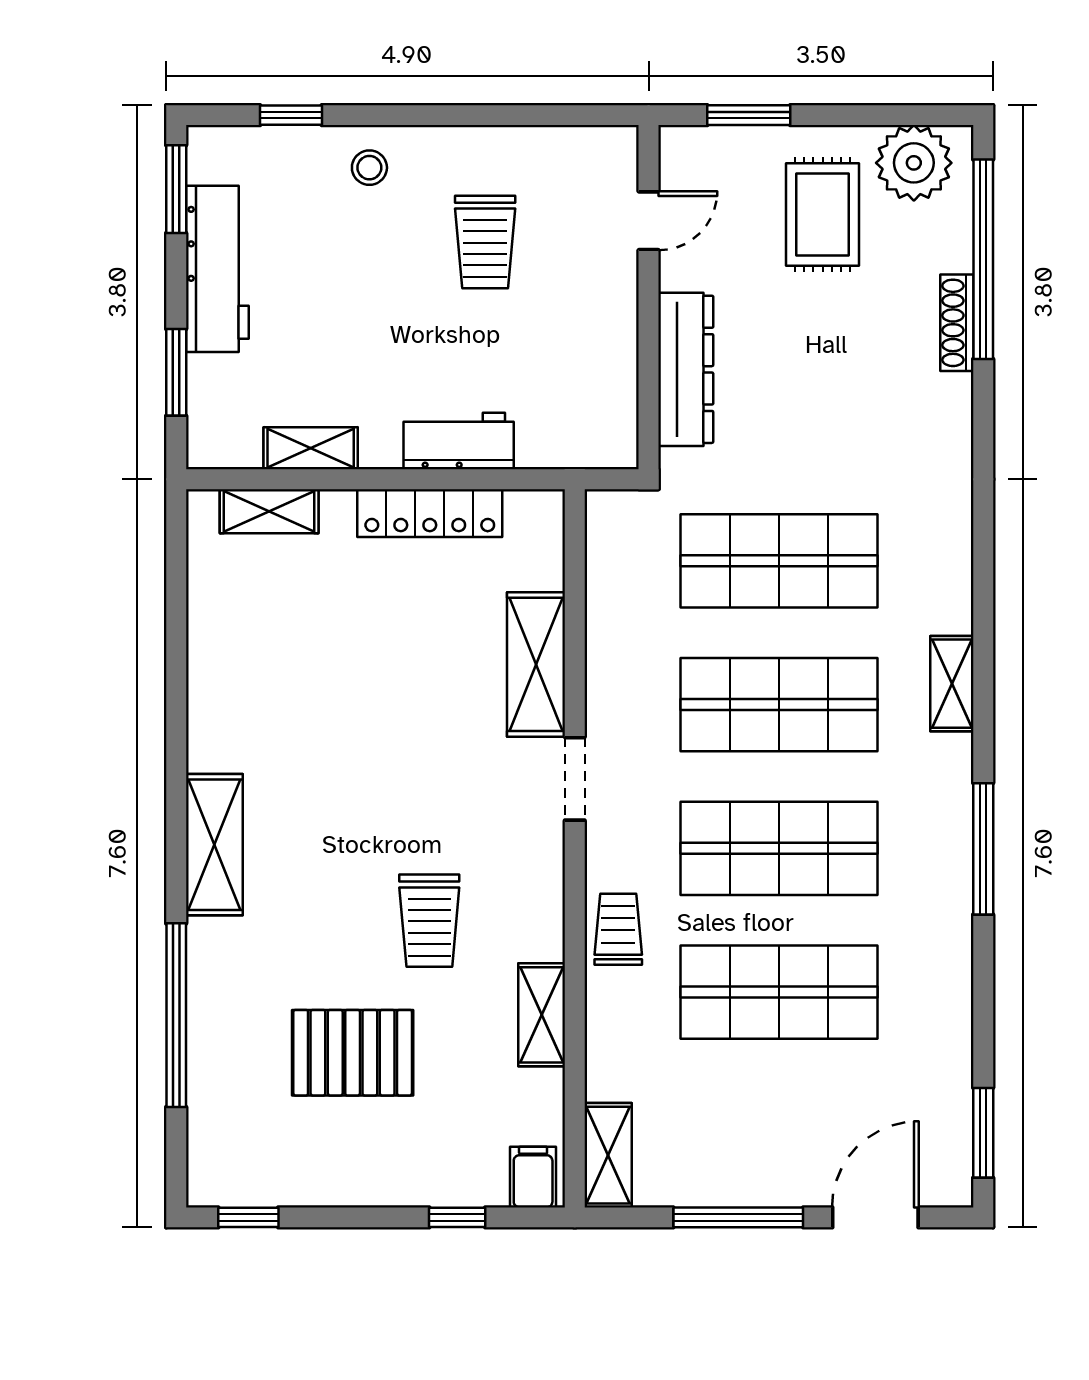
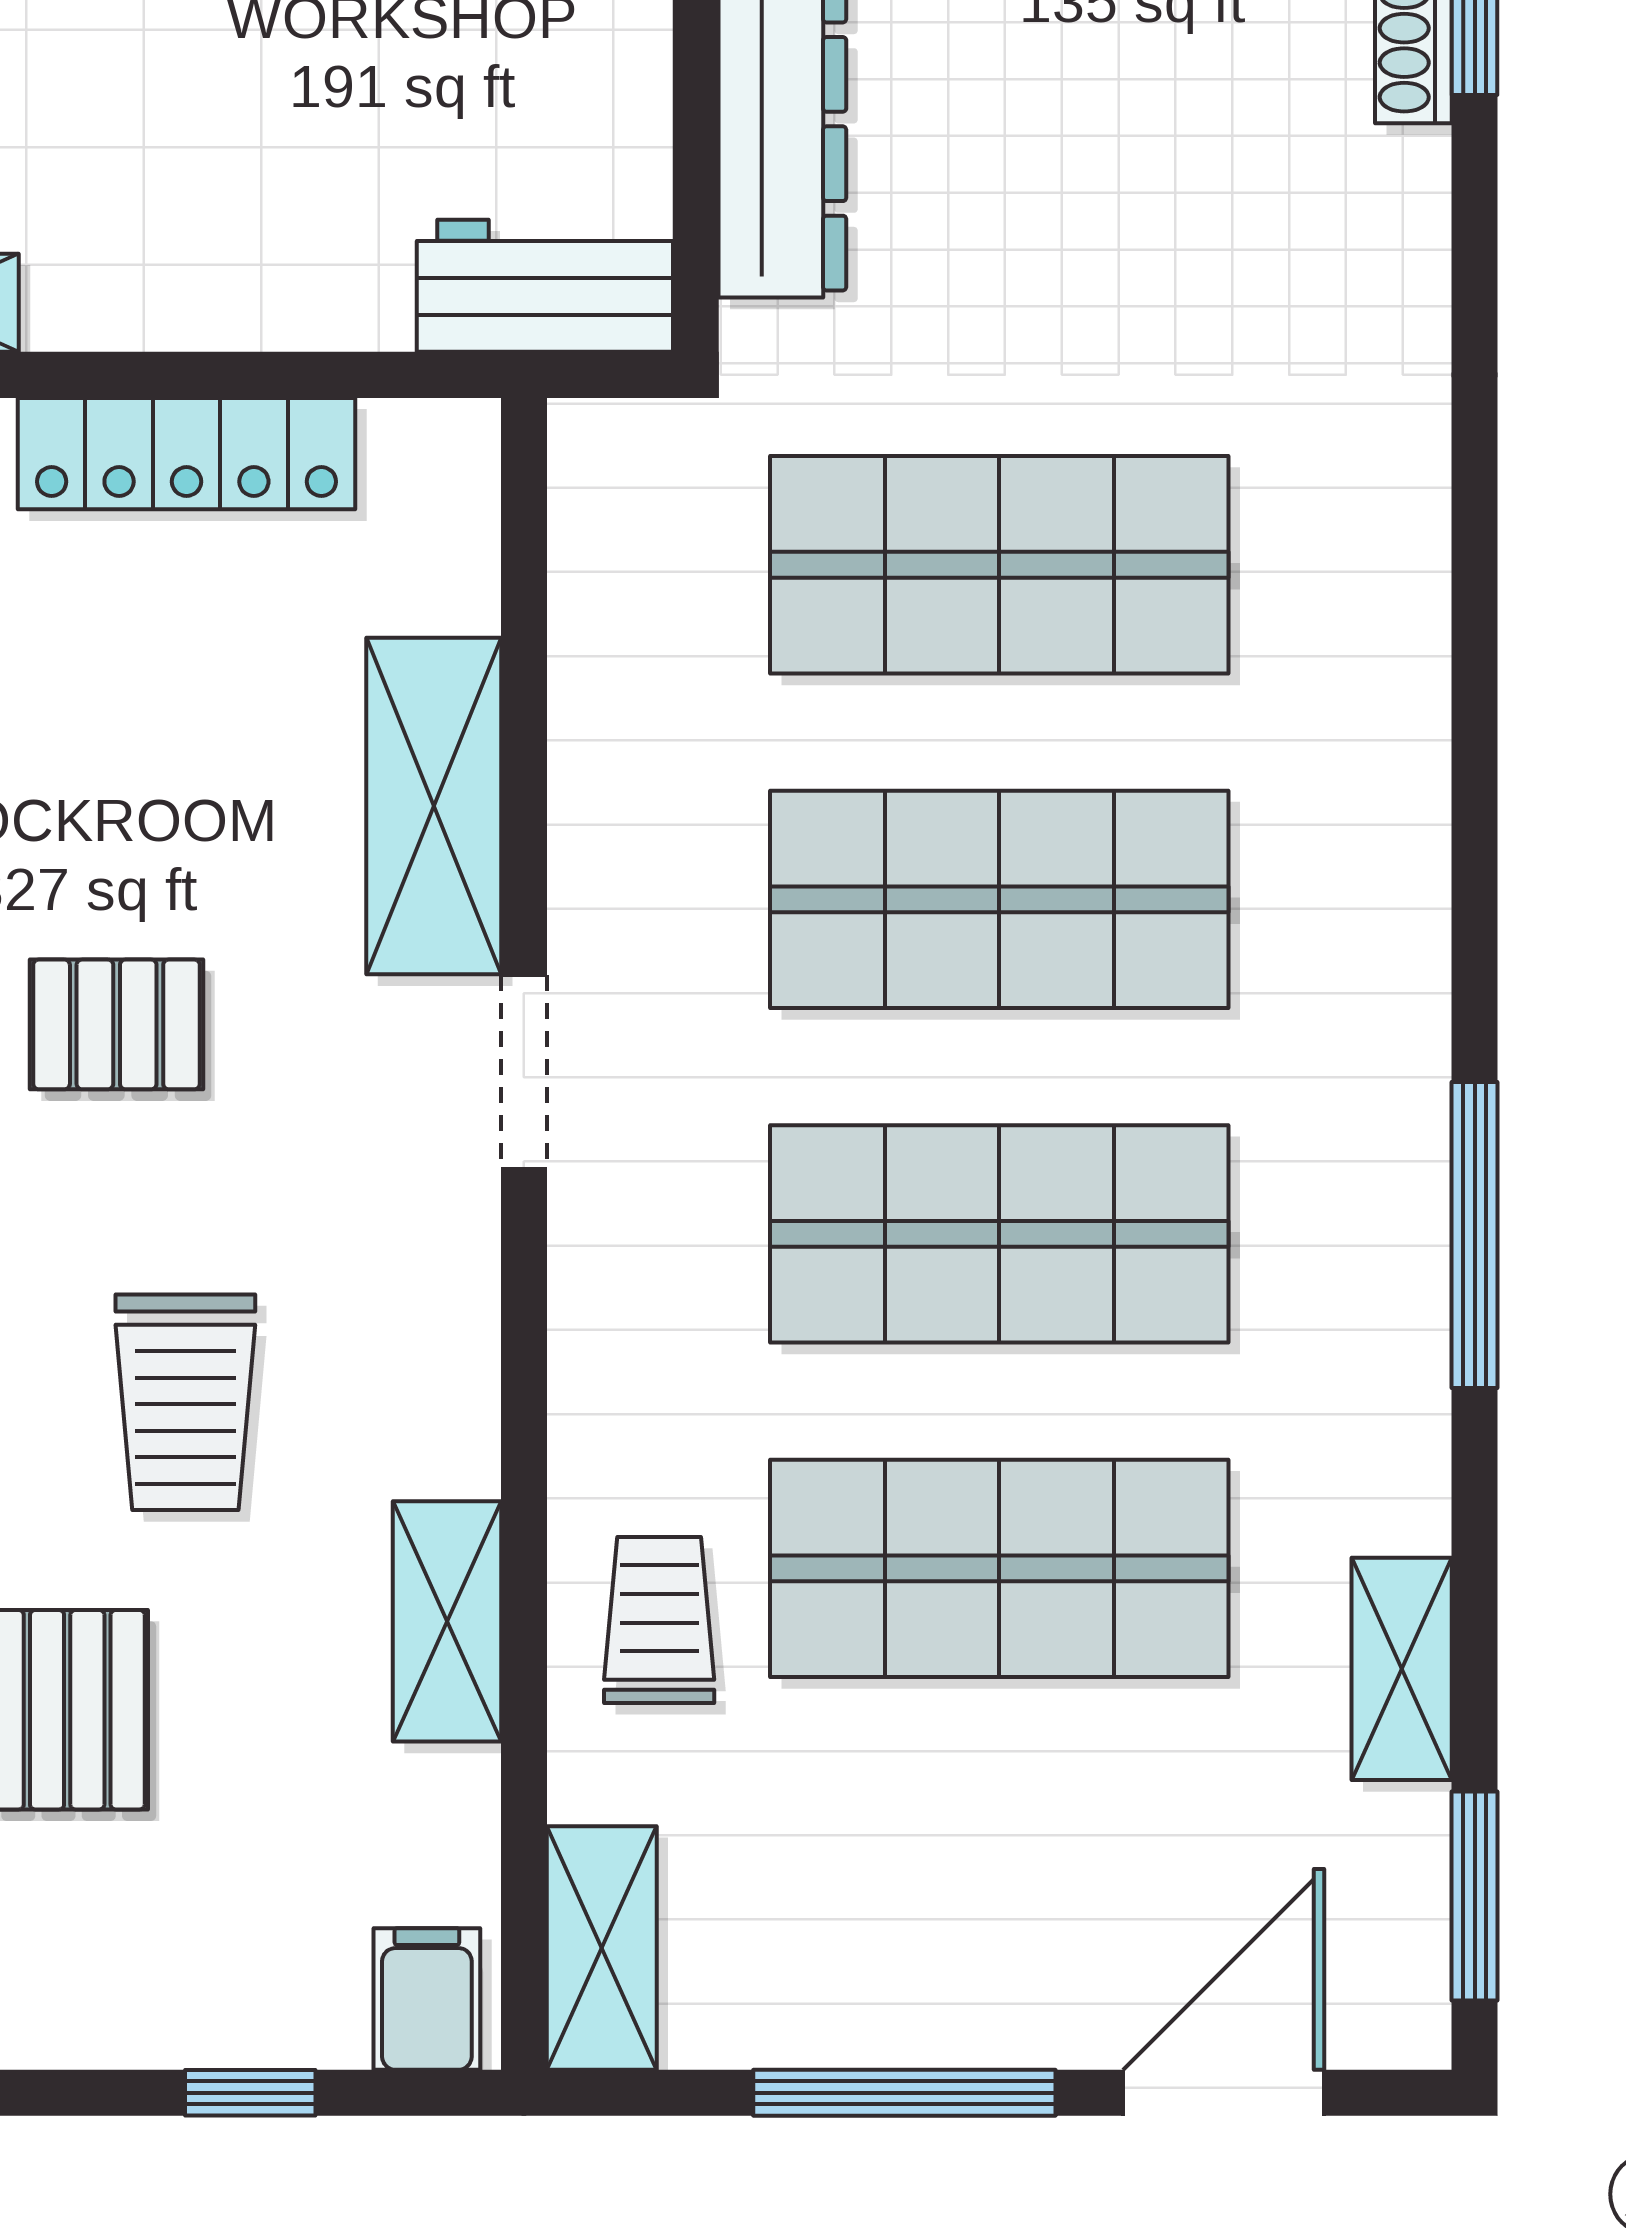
workbench: (459, 441) -> (545, 286), moved
shelving: (952, 684) -> (1402, 1669), moved
pallet: (400, 758) -> (117, 1024), added
trolley: (618, 929) -> (659, 1620), moved

